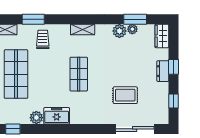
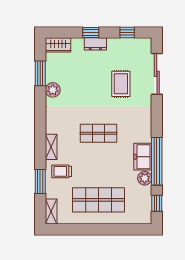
shelving: (83, 29) -> (51, 147), moved
plant: (132, 29) -> (51, 76), removed
window: (52, 129) -> (157, 161), added

